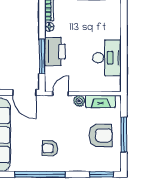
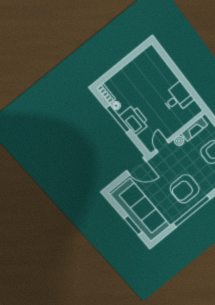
window: (42, 56) -> (118, 119), moved
desk: (107, 58) -> (178, 98), width x0.73
armchair: (50, 148) -> (185, 189), width x1.88, depth x1.88

